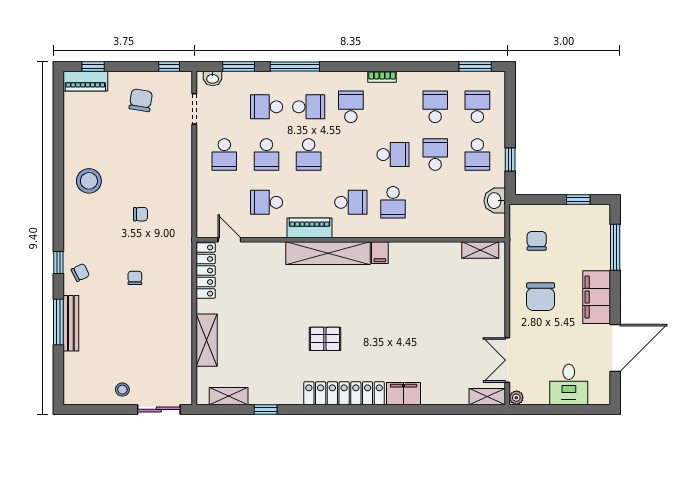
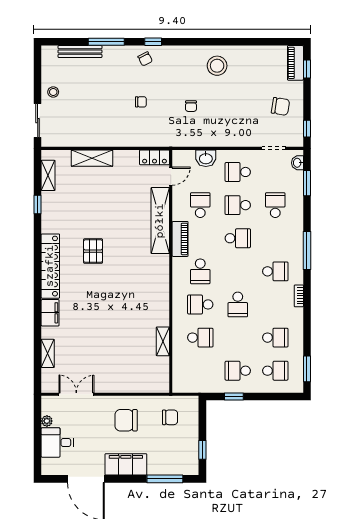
window: (295, 66) -> (307, 250), moved
school desk: (309, 107) -> (275, 238), removed
school desk: (309, 155) -> (238, 238), turned 180
school desk: (435, 155) -> (200, 338), moved
washbasin: (495, 201) -> (206, 158), moved, turned 180
shelving: (480, 250) -> (163, 341), moved
shelving: (328, 253) -> (160, 221), moved
filing cabinet: (380, 253) -> (161, 294), removed
locker: (206, 271) -> (154, 157), width x0.66
bench: (71, 323) -> (80, 52), moved
shelving: (487, 397) -> (48, 353), moved
plant: (516, 398) -> (47, 421), moved

